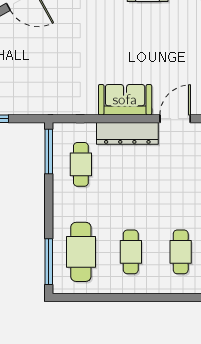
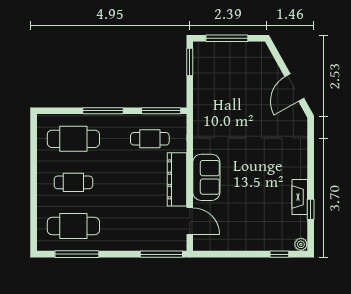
cafe table: (181, 252) -> (73, 226), width x1.37, depth x1.35
window: (49, 262) -> (103, 111), moved

